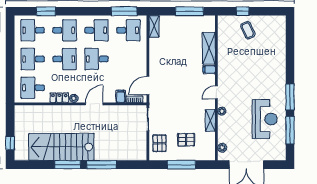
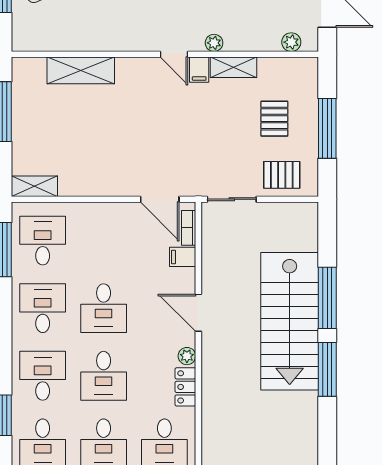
desk: (65, 59) -> (104, 376), turned 180
filing cabinet: (209, 69) -> (199, 70), moved
stairs: (61, 147) -> (290, 321), moved

